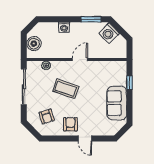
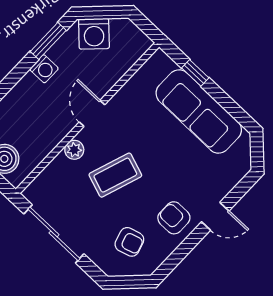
washing machine: (64, 27) -> (44, 69), moved
plant: (46, 66) -> (74, 150), moved
sofa: (117, 103) -> (199, 112), width x1.36

